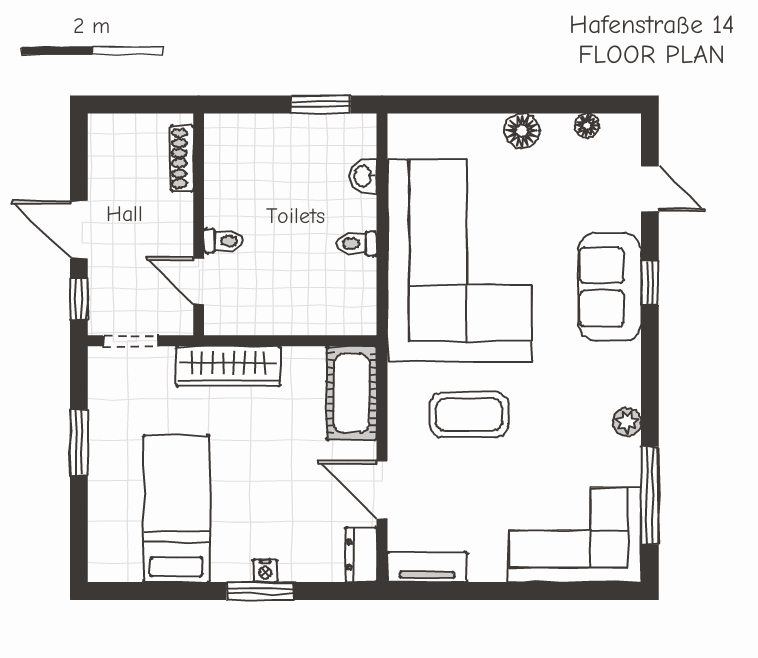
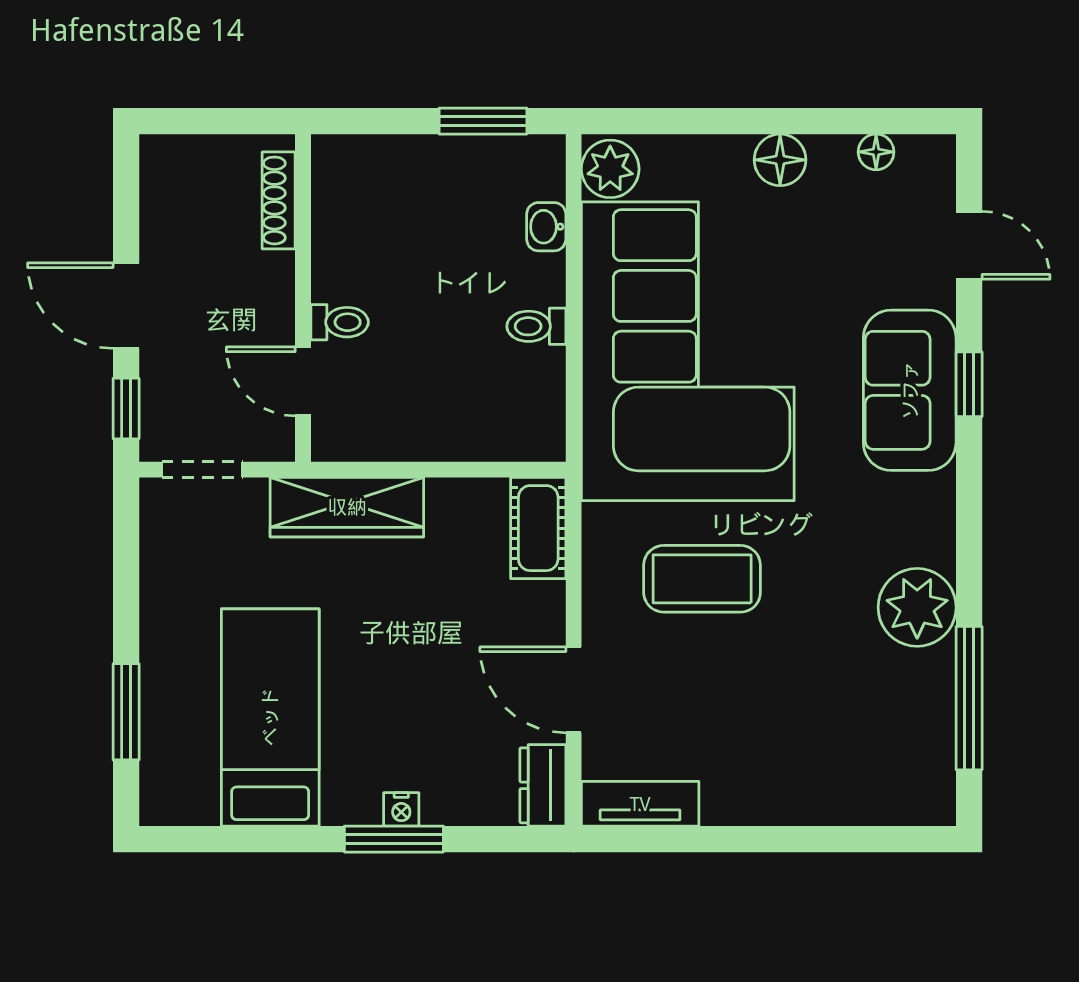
plant: (407, 137) -> (610, 169), added
cot: (352, 393) -> (538, 528), width x0.73, depth x0.75
plant: (627, 422) -> (917, 607), width x1.88, depth x1.88
window: (79, 442) -> (126, 712), moved
corner sofa: (575, 535) -> (859, 757), removed

